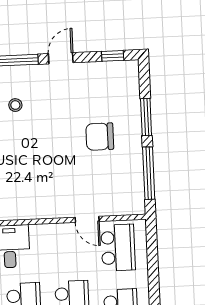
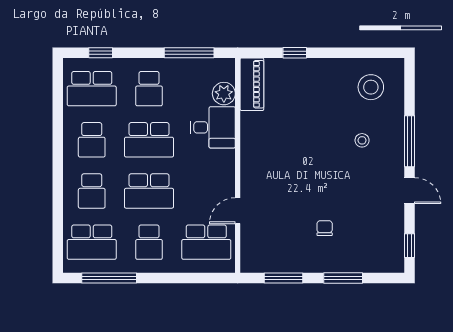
chair: (100, 137) -> (325, 228), width x0.54, depth x0.54
window: (149, 173) -> (284, 278), width x0.69

